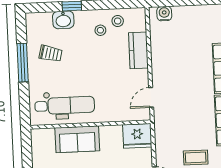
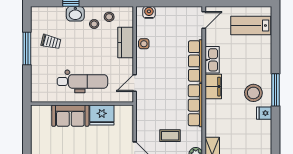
washbasin: (63, 20) -> (75, 14), moved
side table: (160, 51) -> (144, 44), added
dental chair: (65, 105) -> (82, 81), moved
fridge: (137, 136) -> (102, 115), moved

